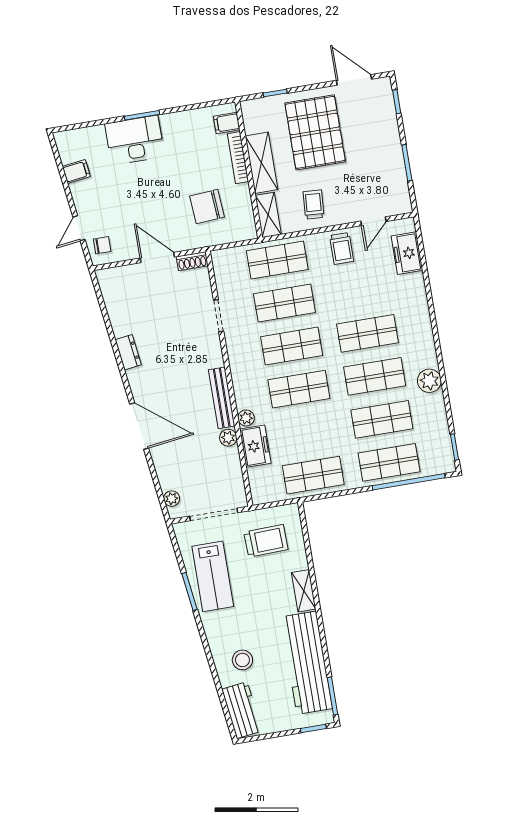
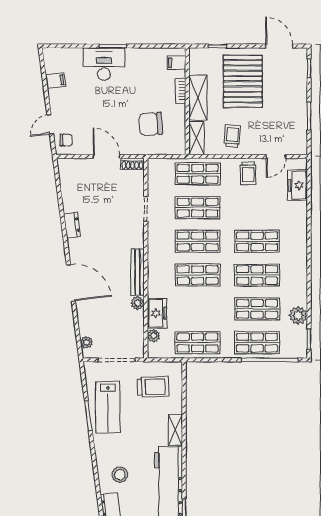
bookcase: (238, 158) -> (181, 91), width x0.64
plant: (429, 381) -> (298, 315), moved
plant: (246, 418) -> (154, 336), moved

